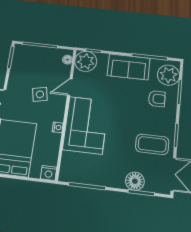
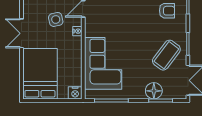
corner sofa: (86, 125) -> (103, 63), moved
nightstand: (58, 127) -> (77, 31), moved
coffee table: (152, 144) -> (166, 55), turned -53

